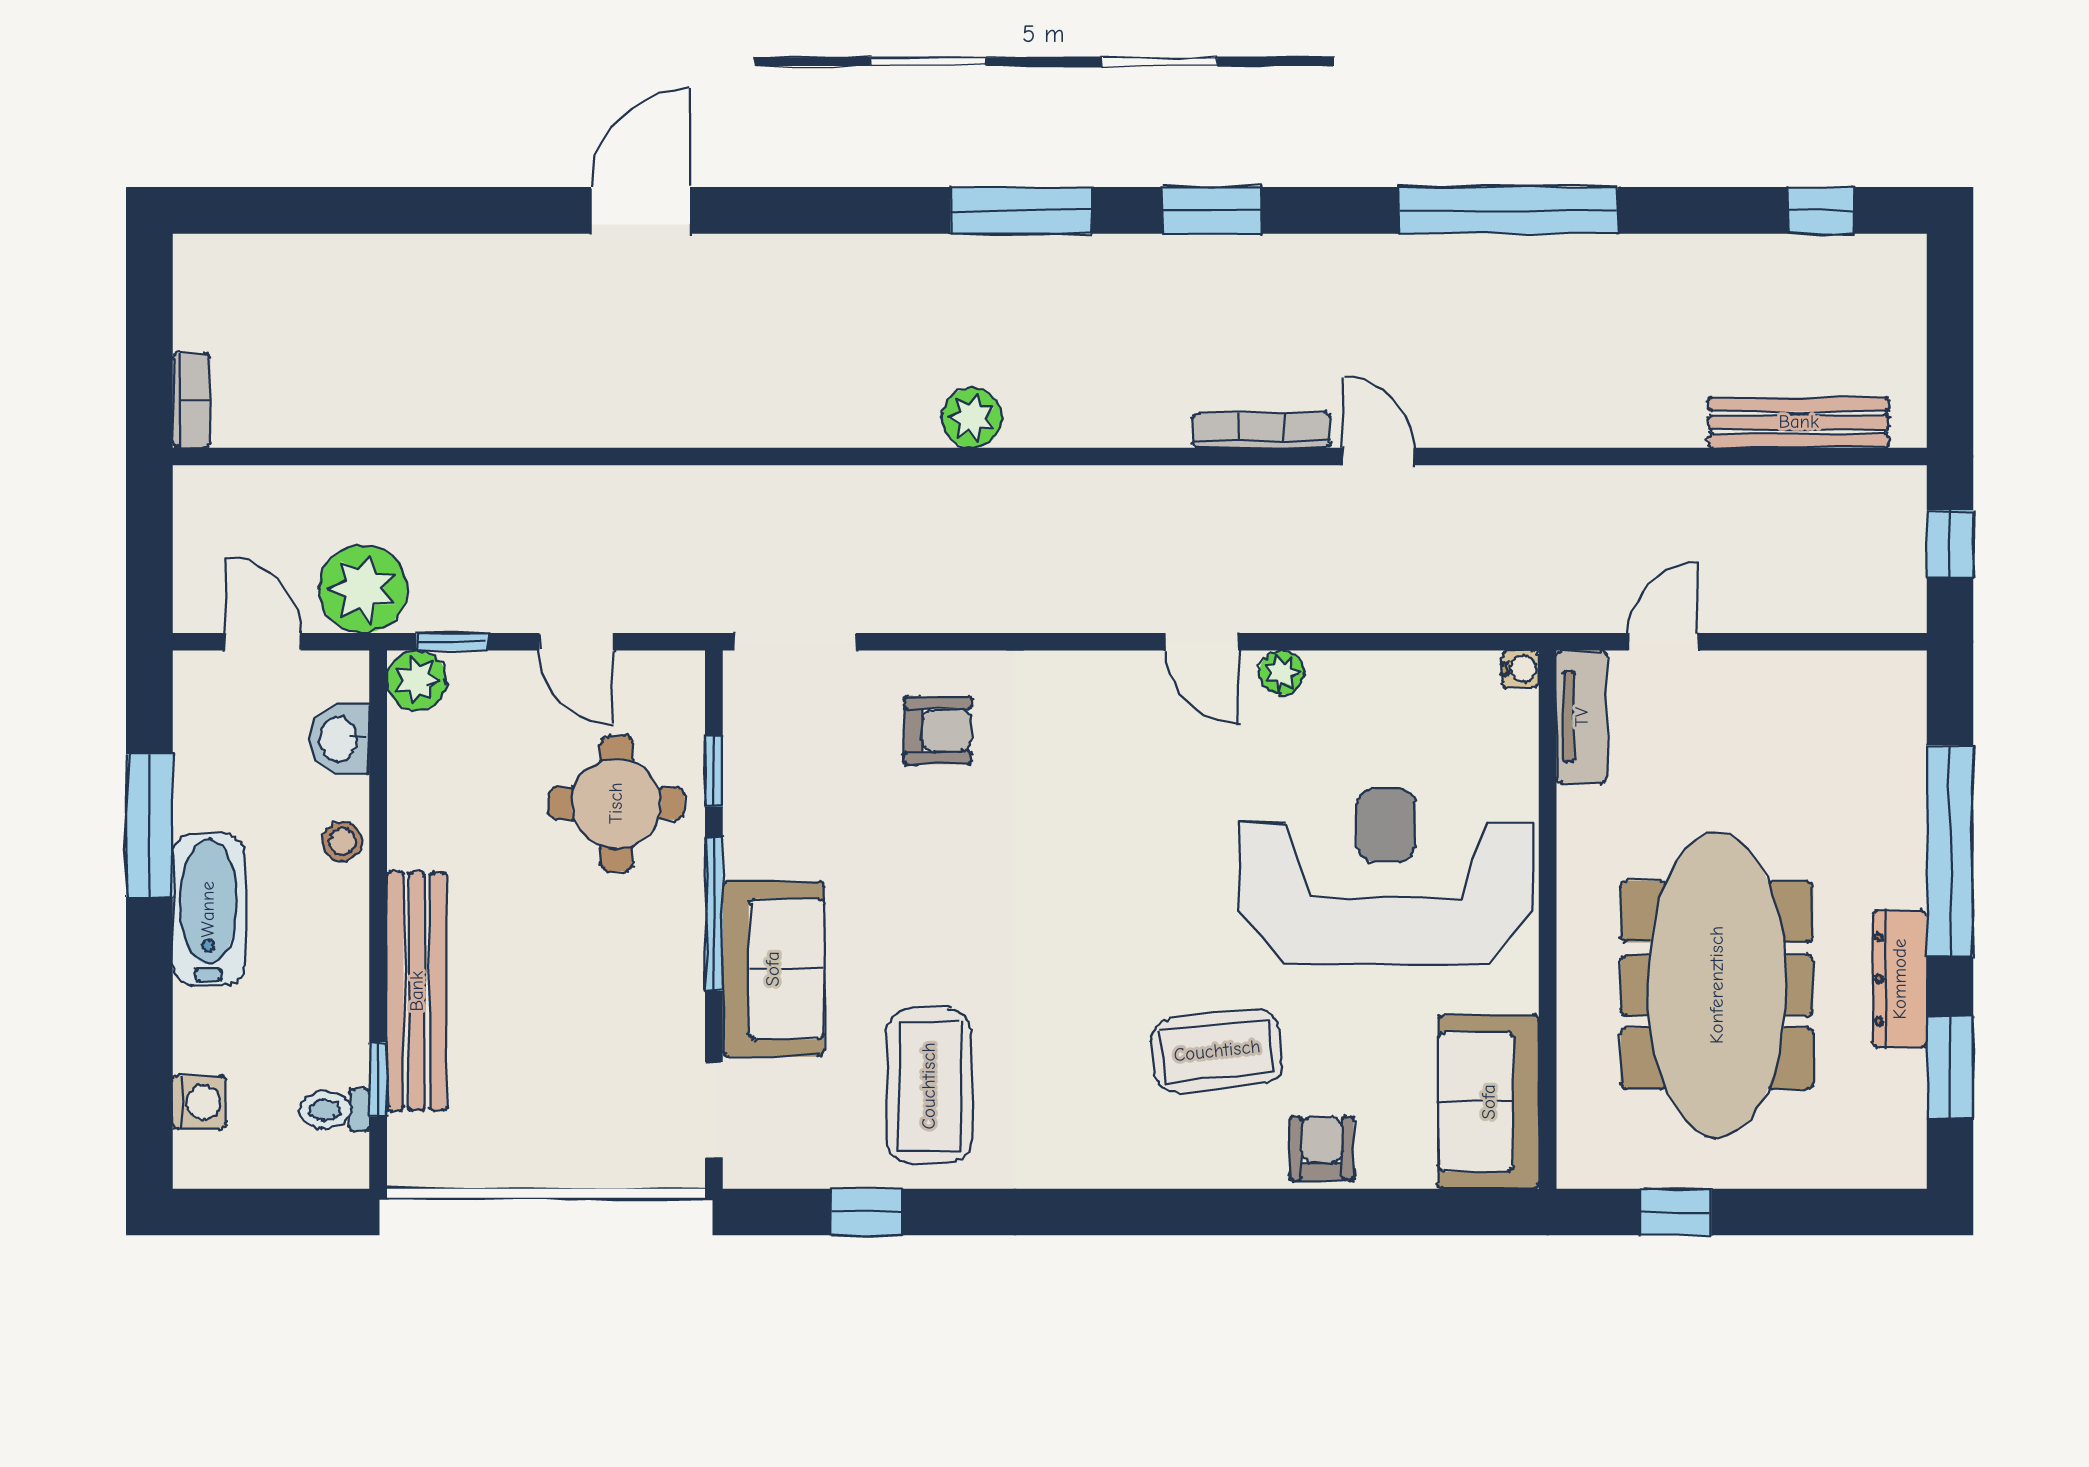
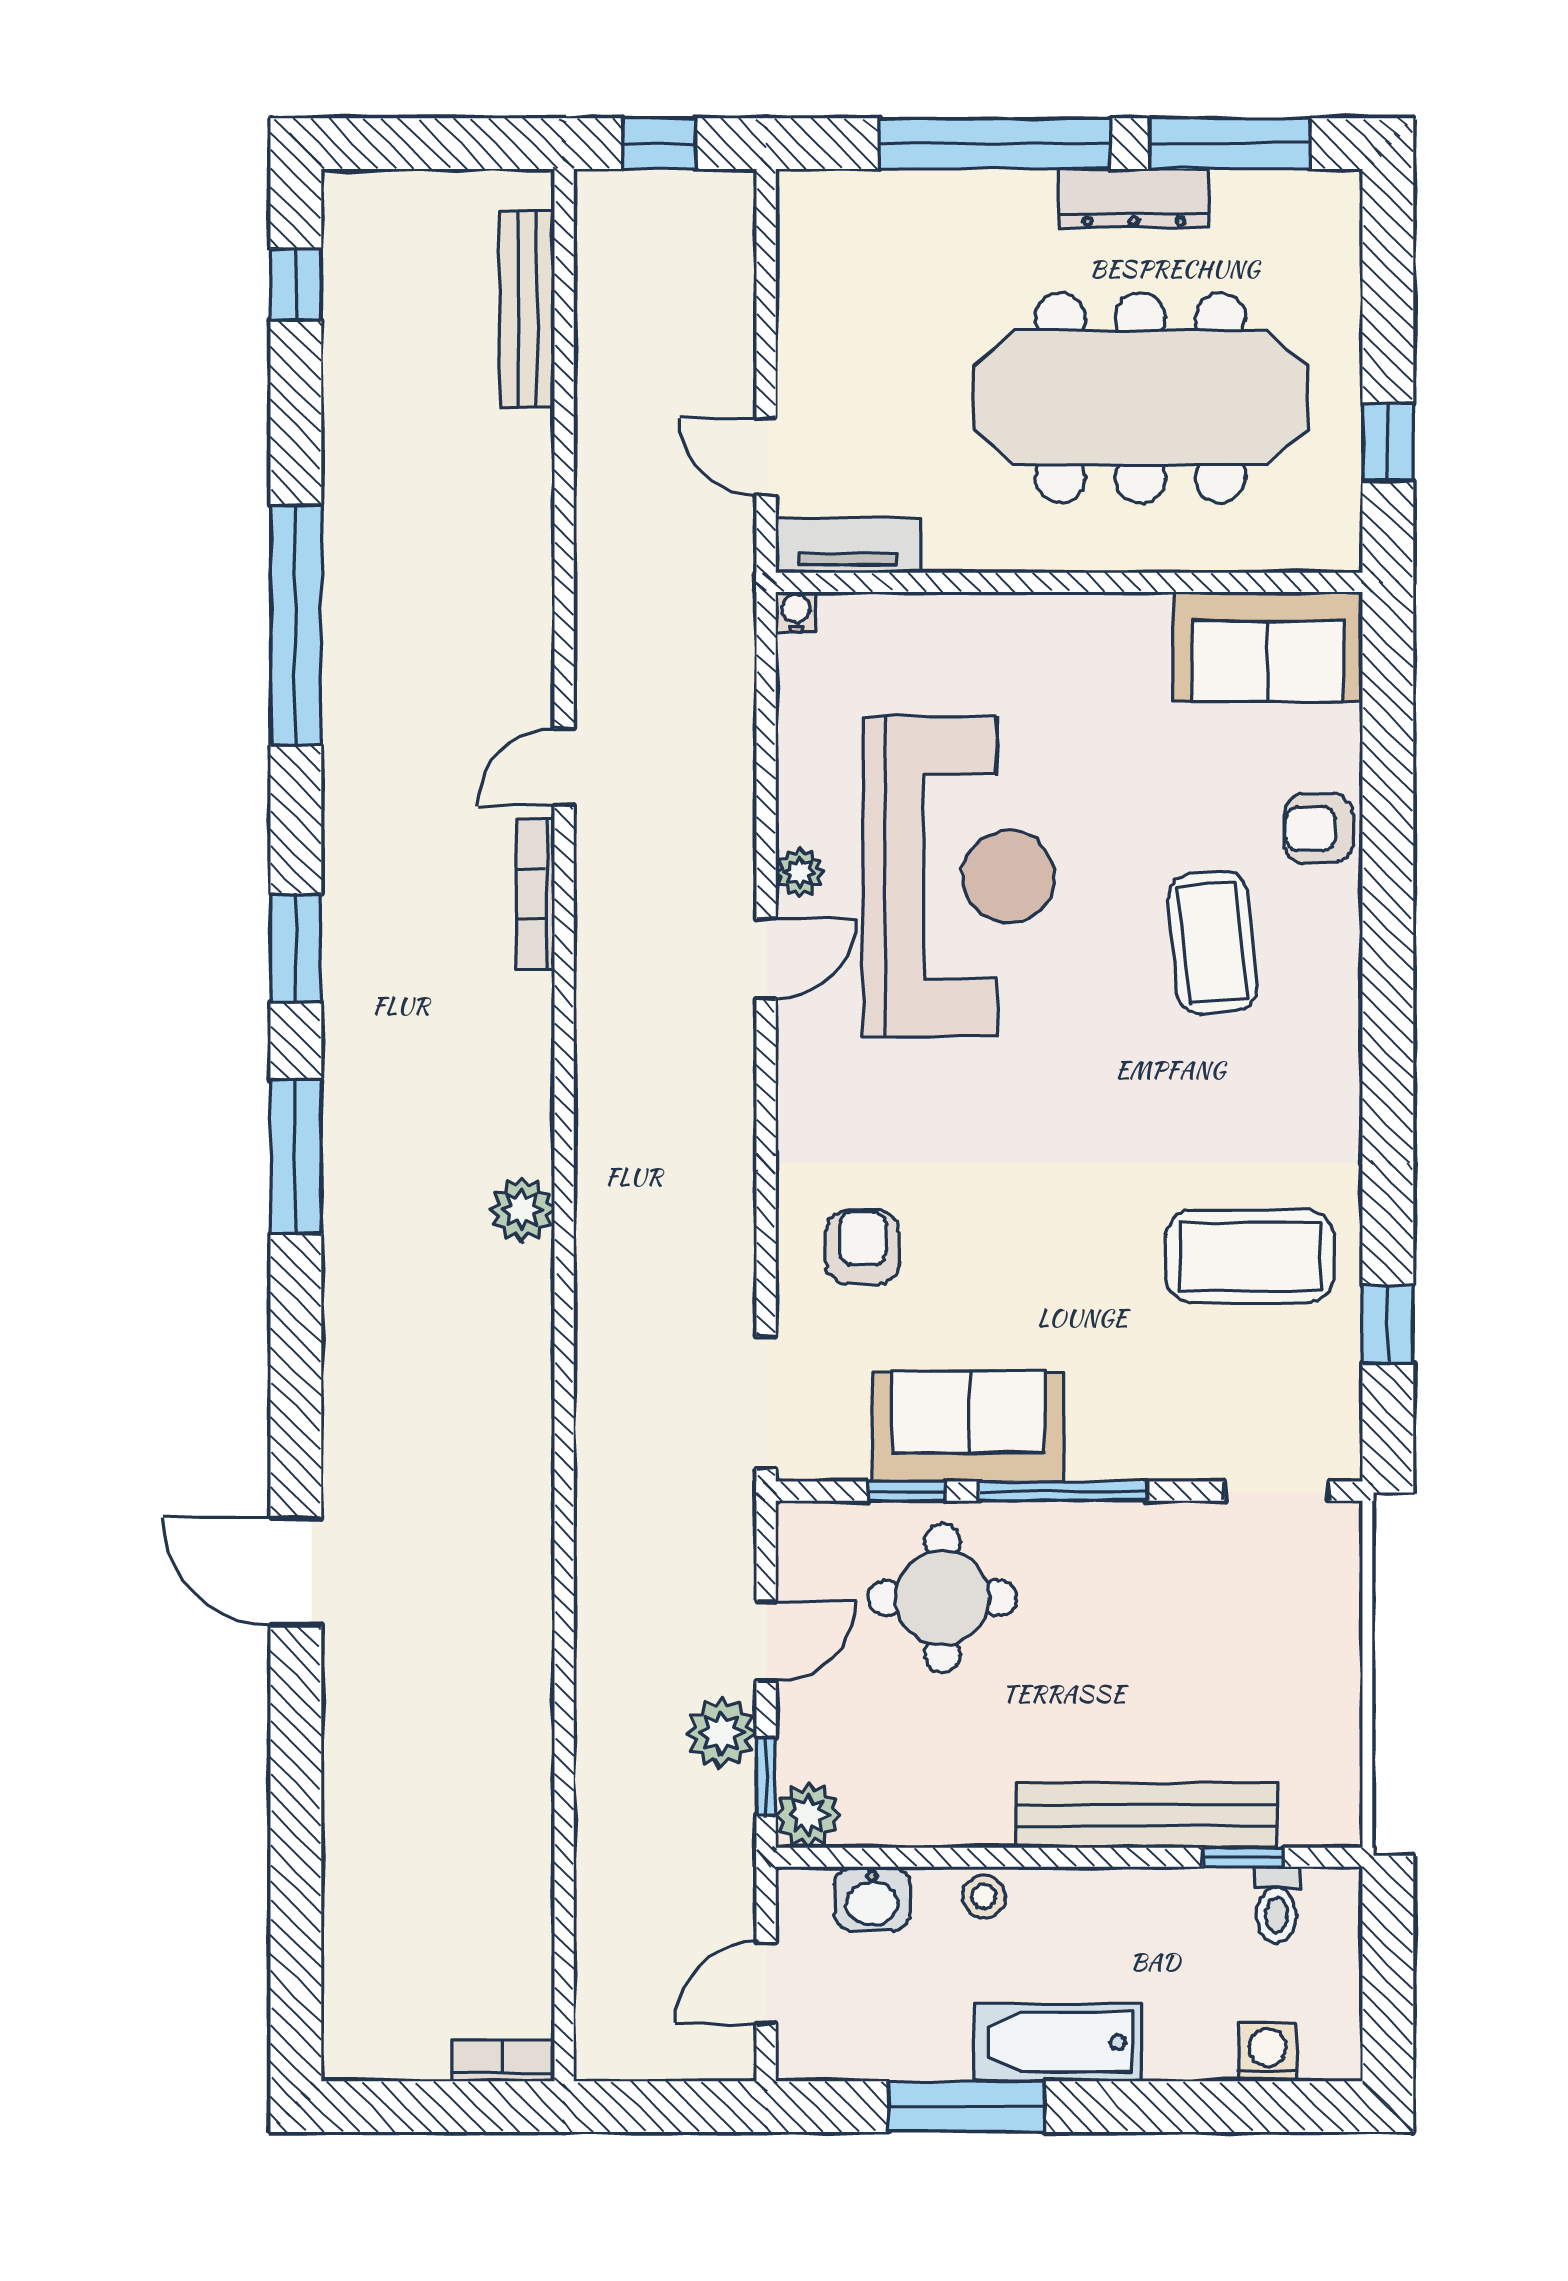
plant: (363, 589) -> (721, 1733), moved, width x0.73, depth x0.73
reception desk: (1386, 876) -> (959, 876), moved, turned 180
sofa: (773, 969) -> (968, 1426), moved
window: (1950, 1067) -> (1230, 144), width x1.44

